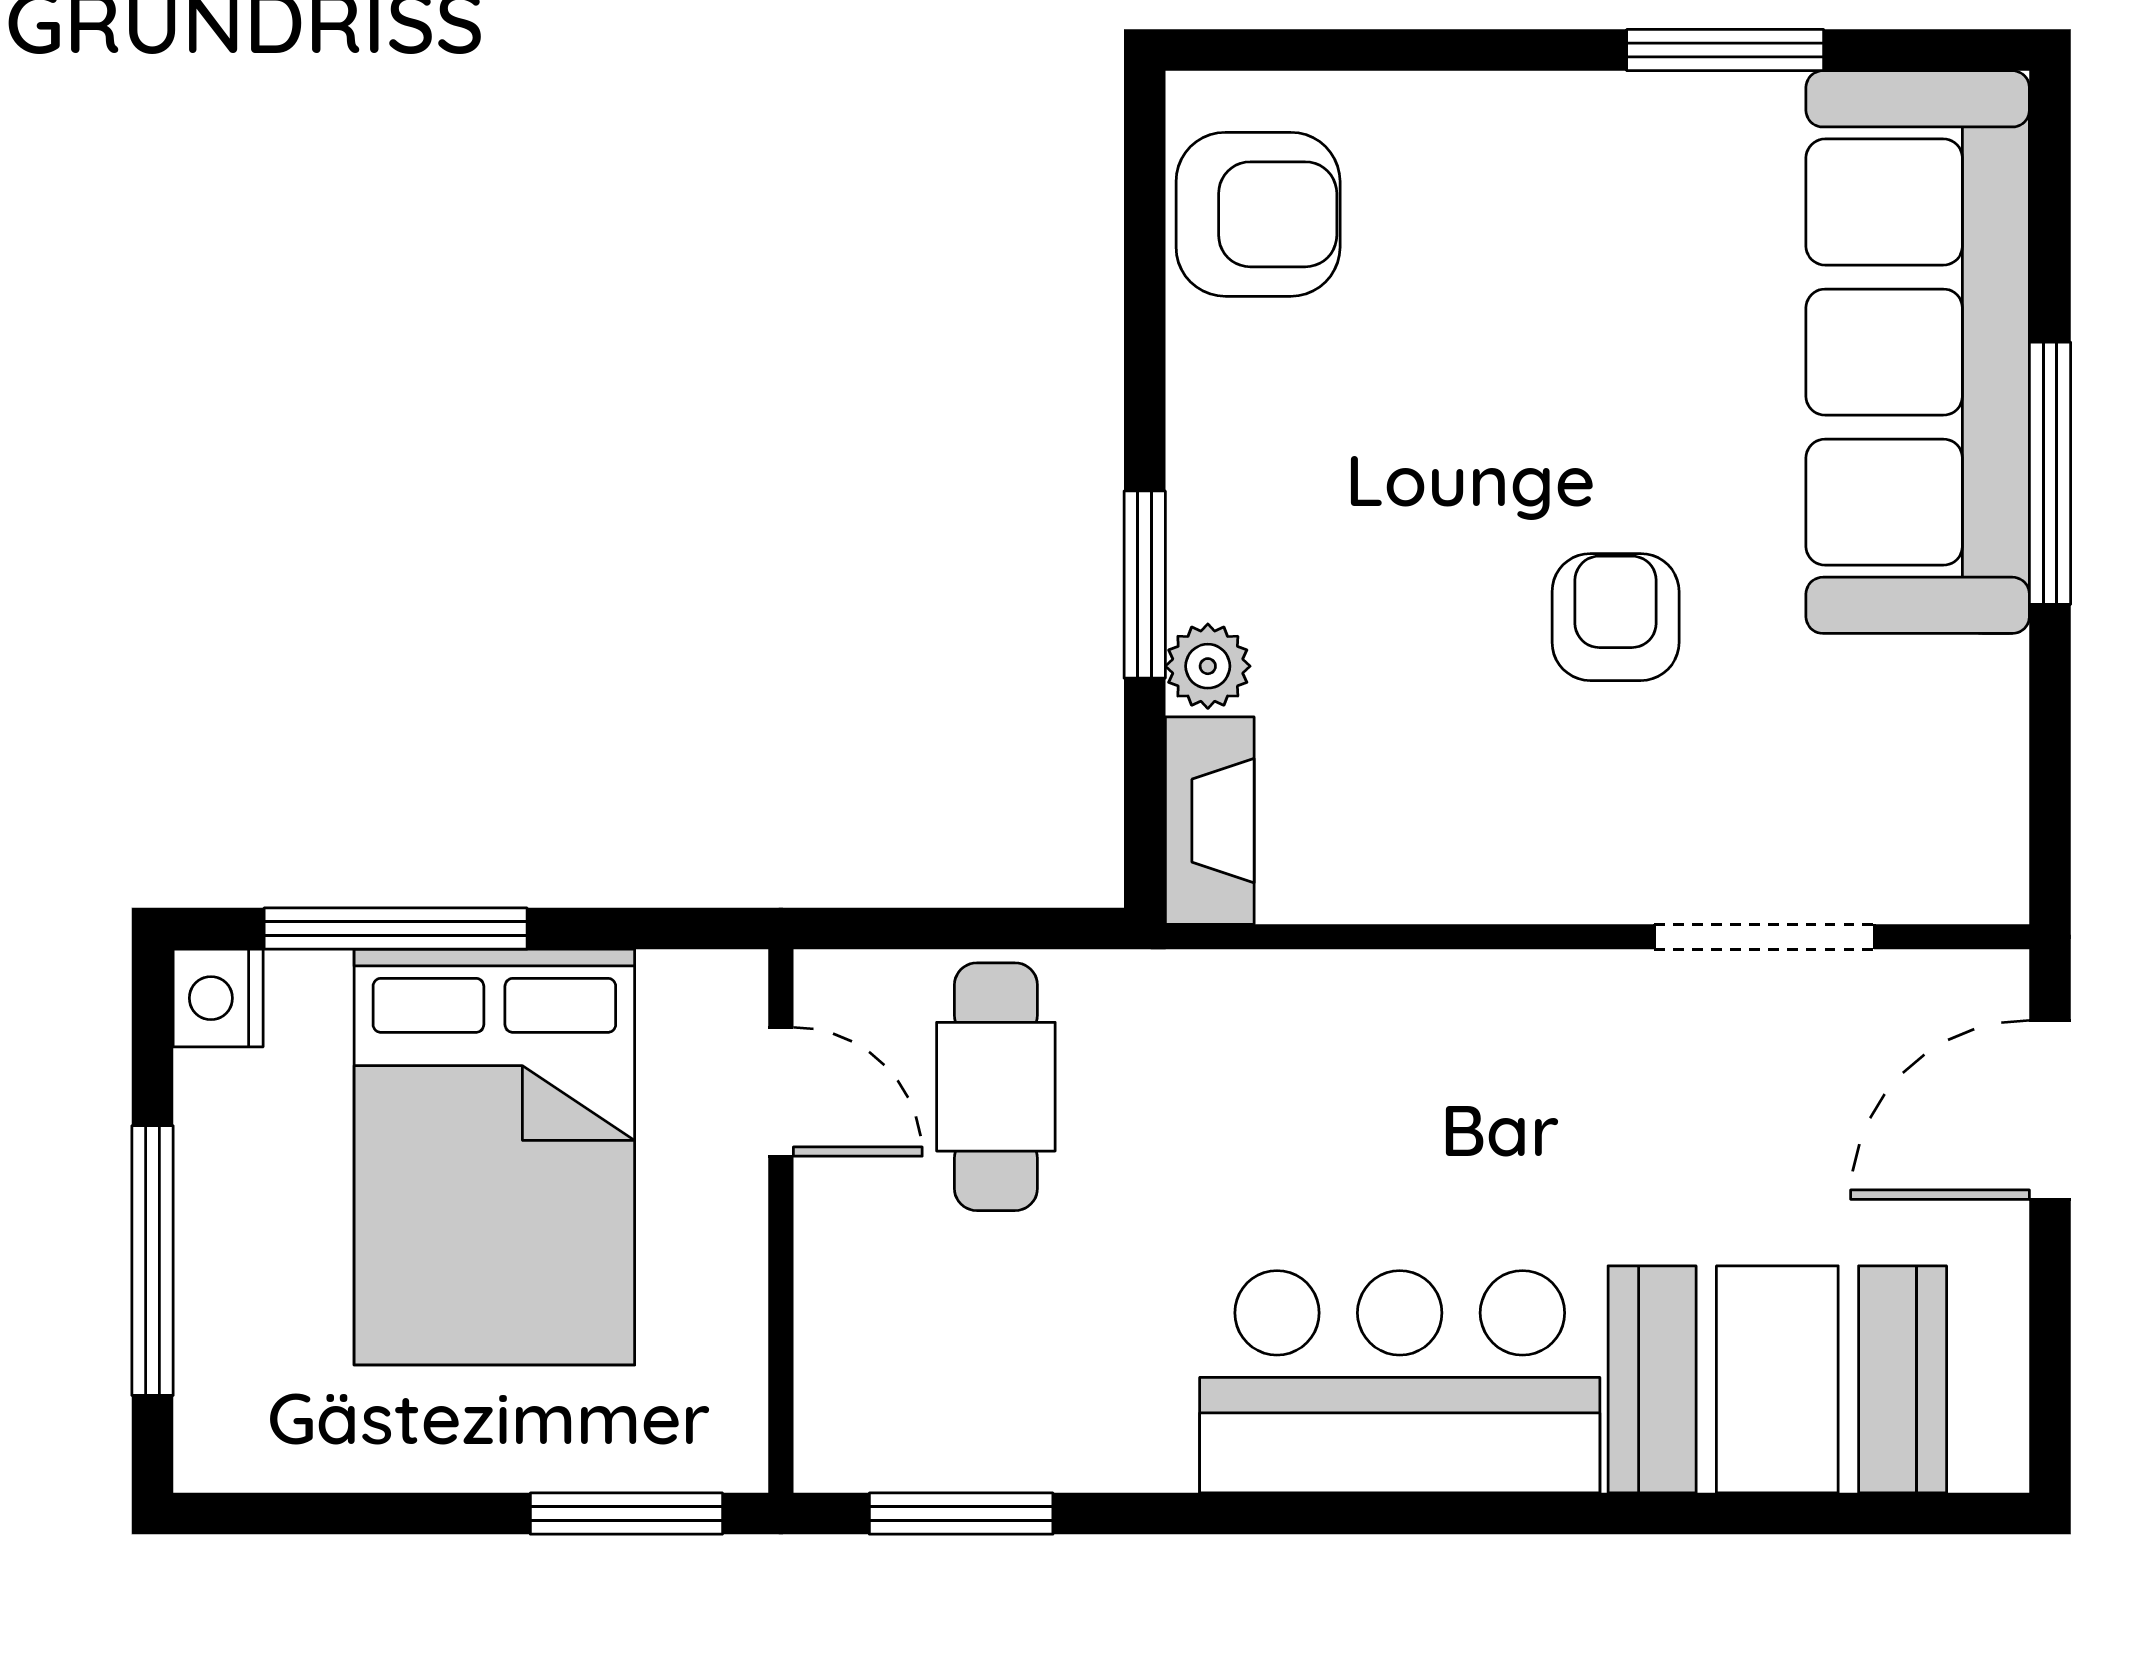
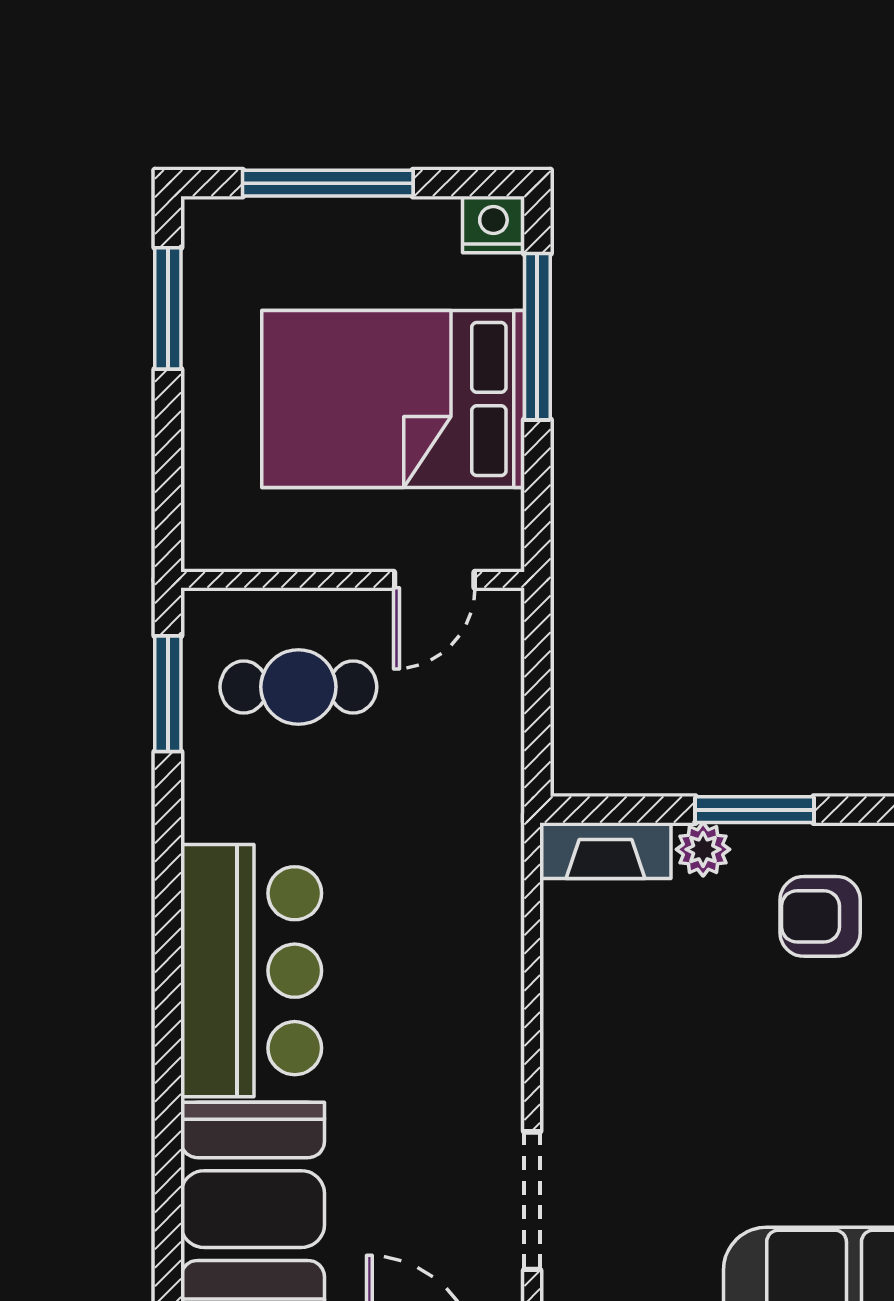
armchair: (1616, 617) -> (820, 916), moved, turned 180
cafe table: (996, 1087) -> (298, 687), moved
window: (626, 1514) -> (168, 308), moved

